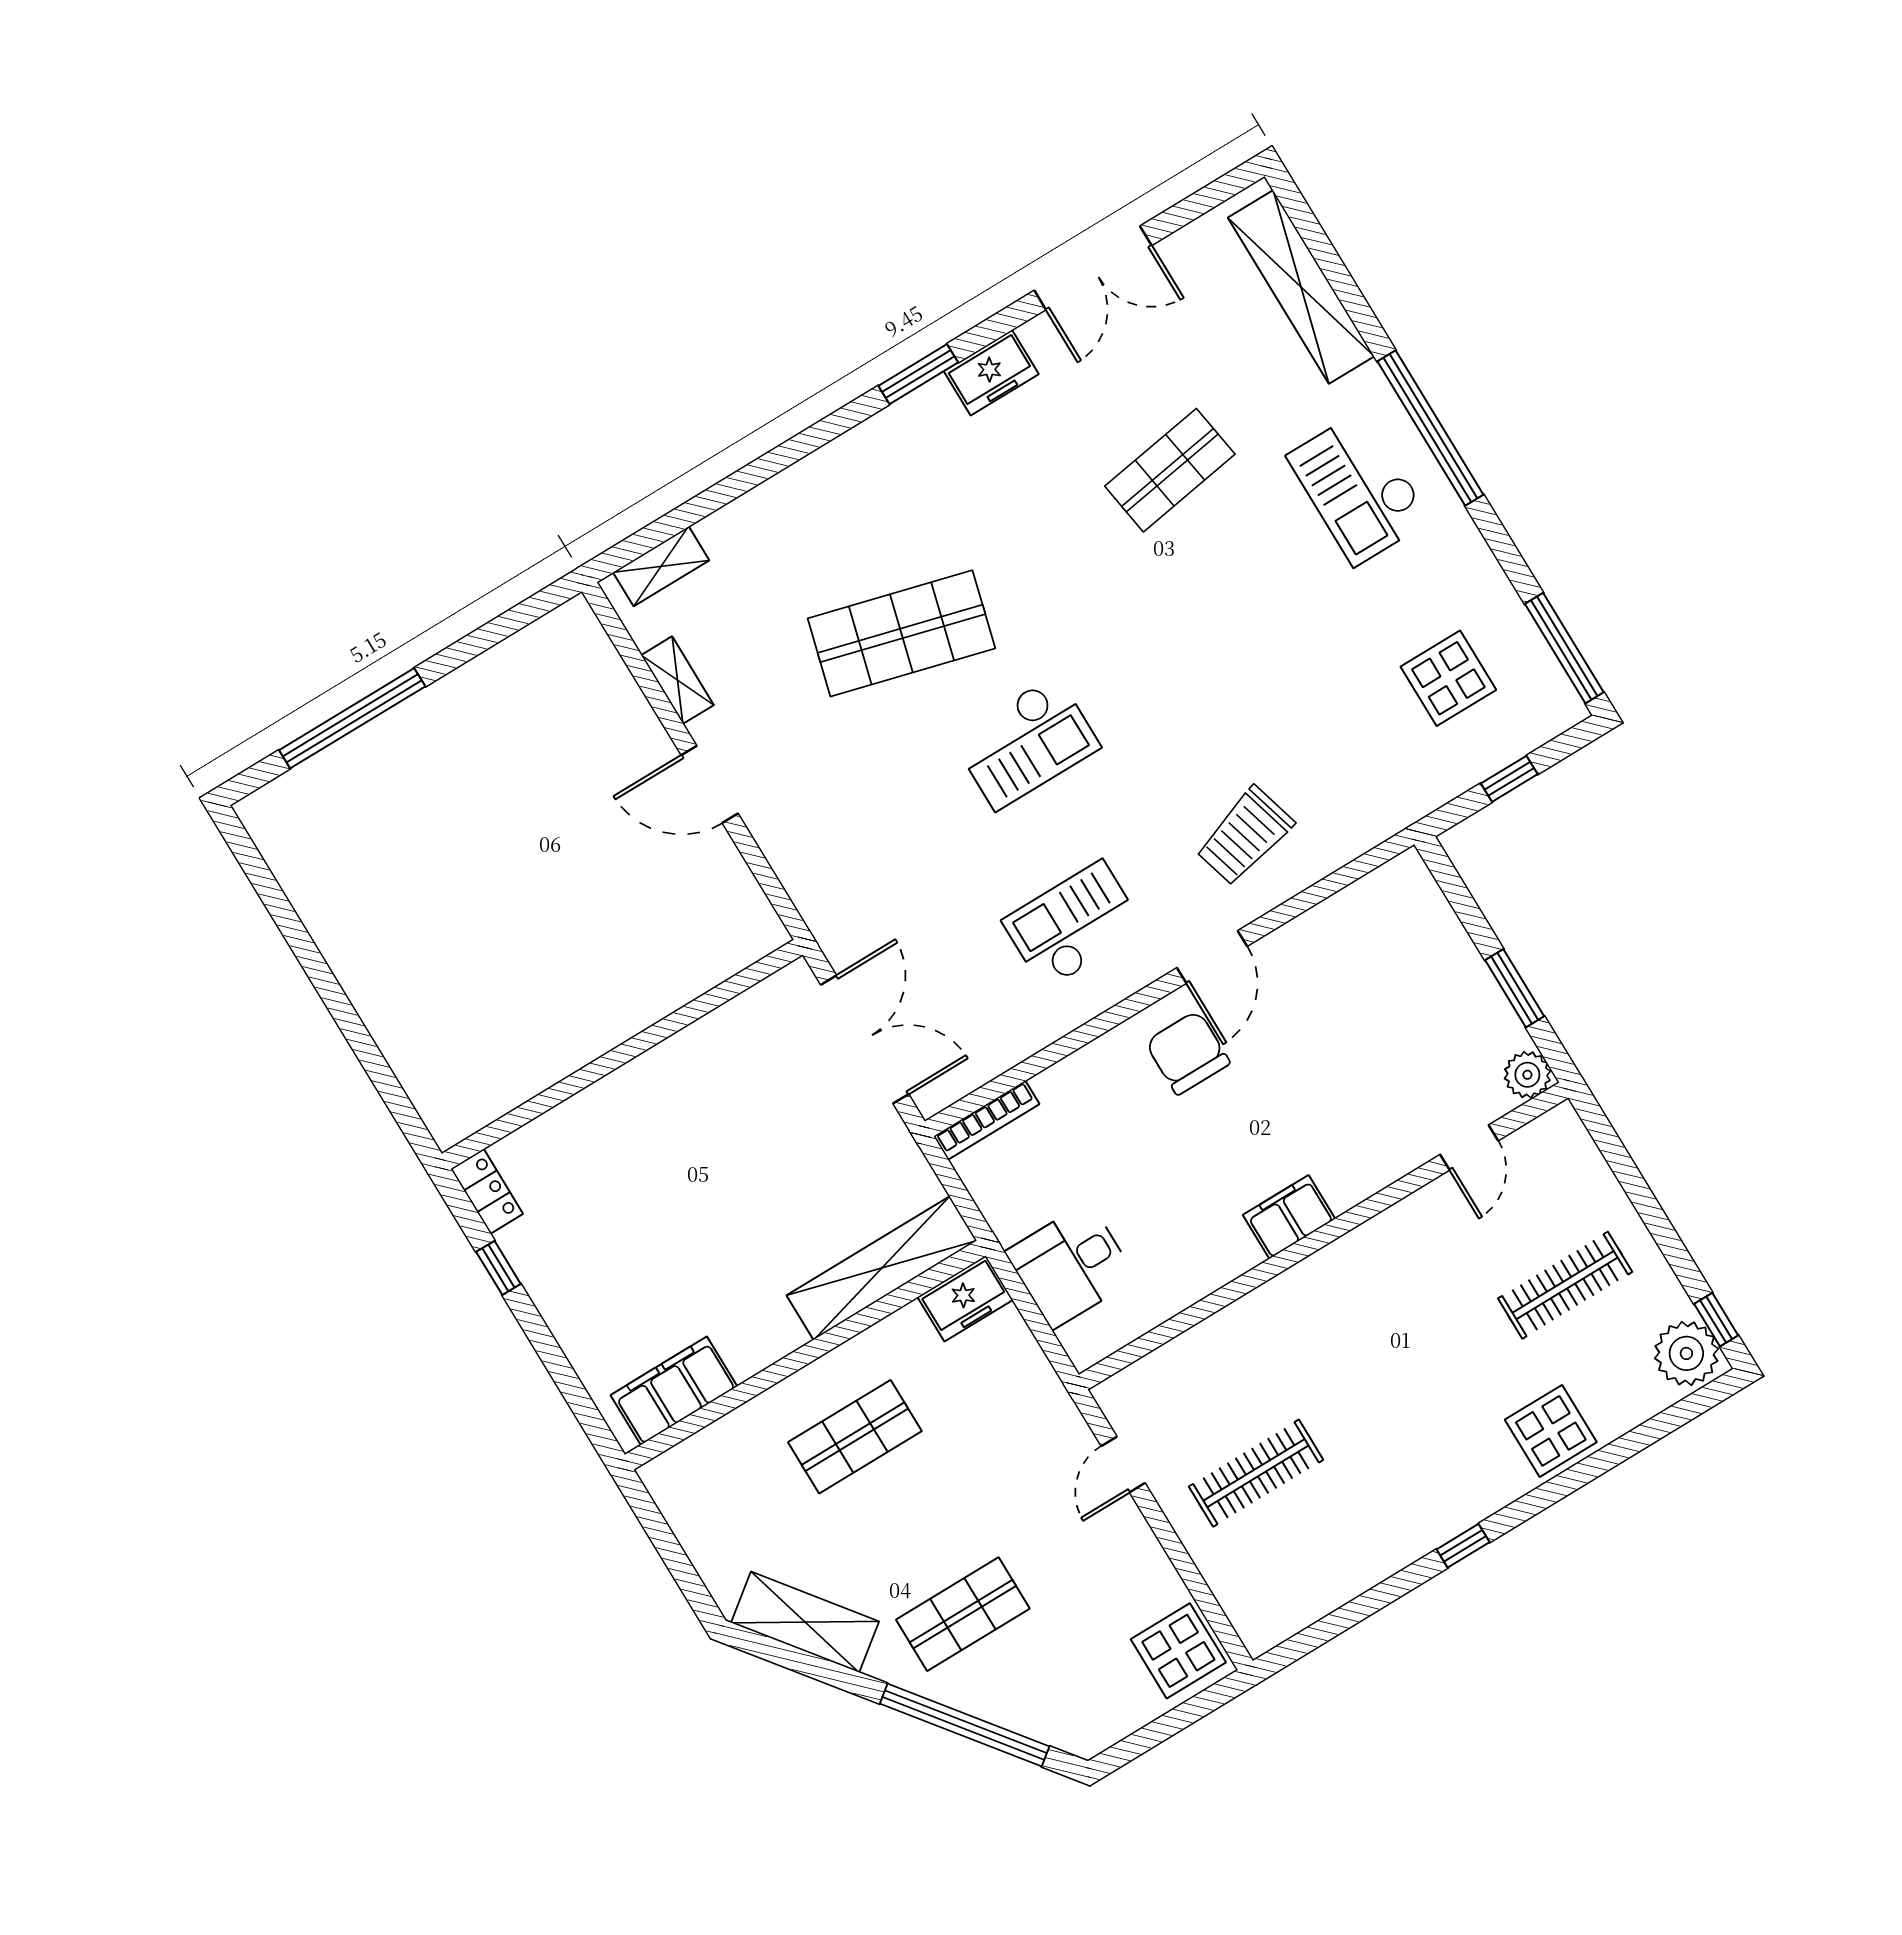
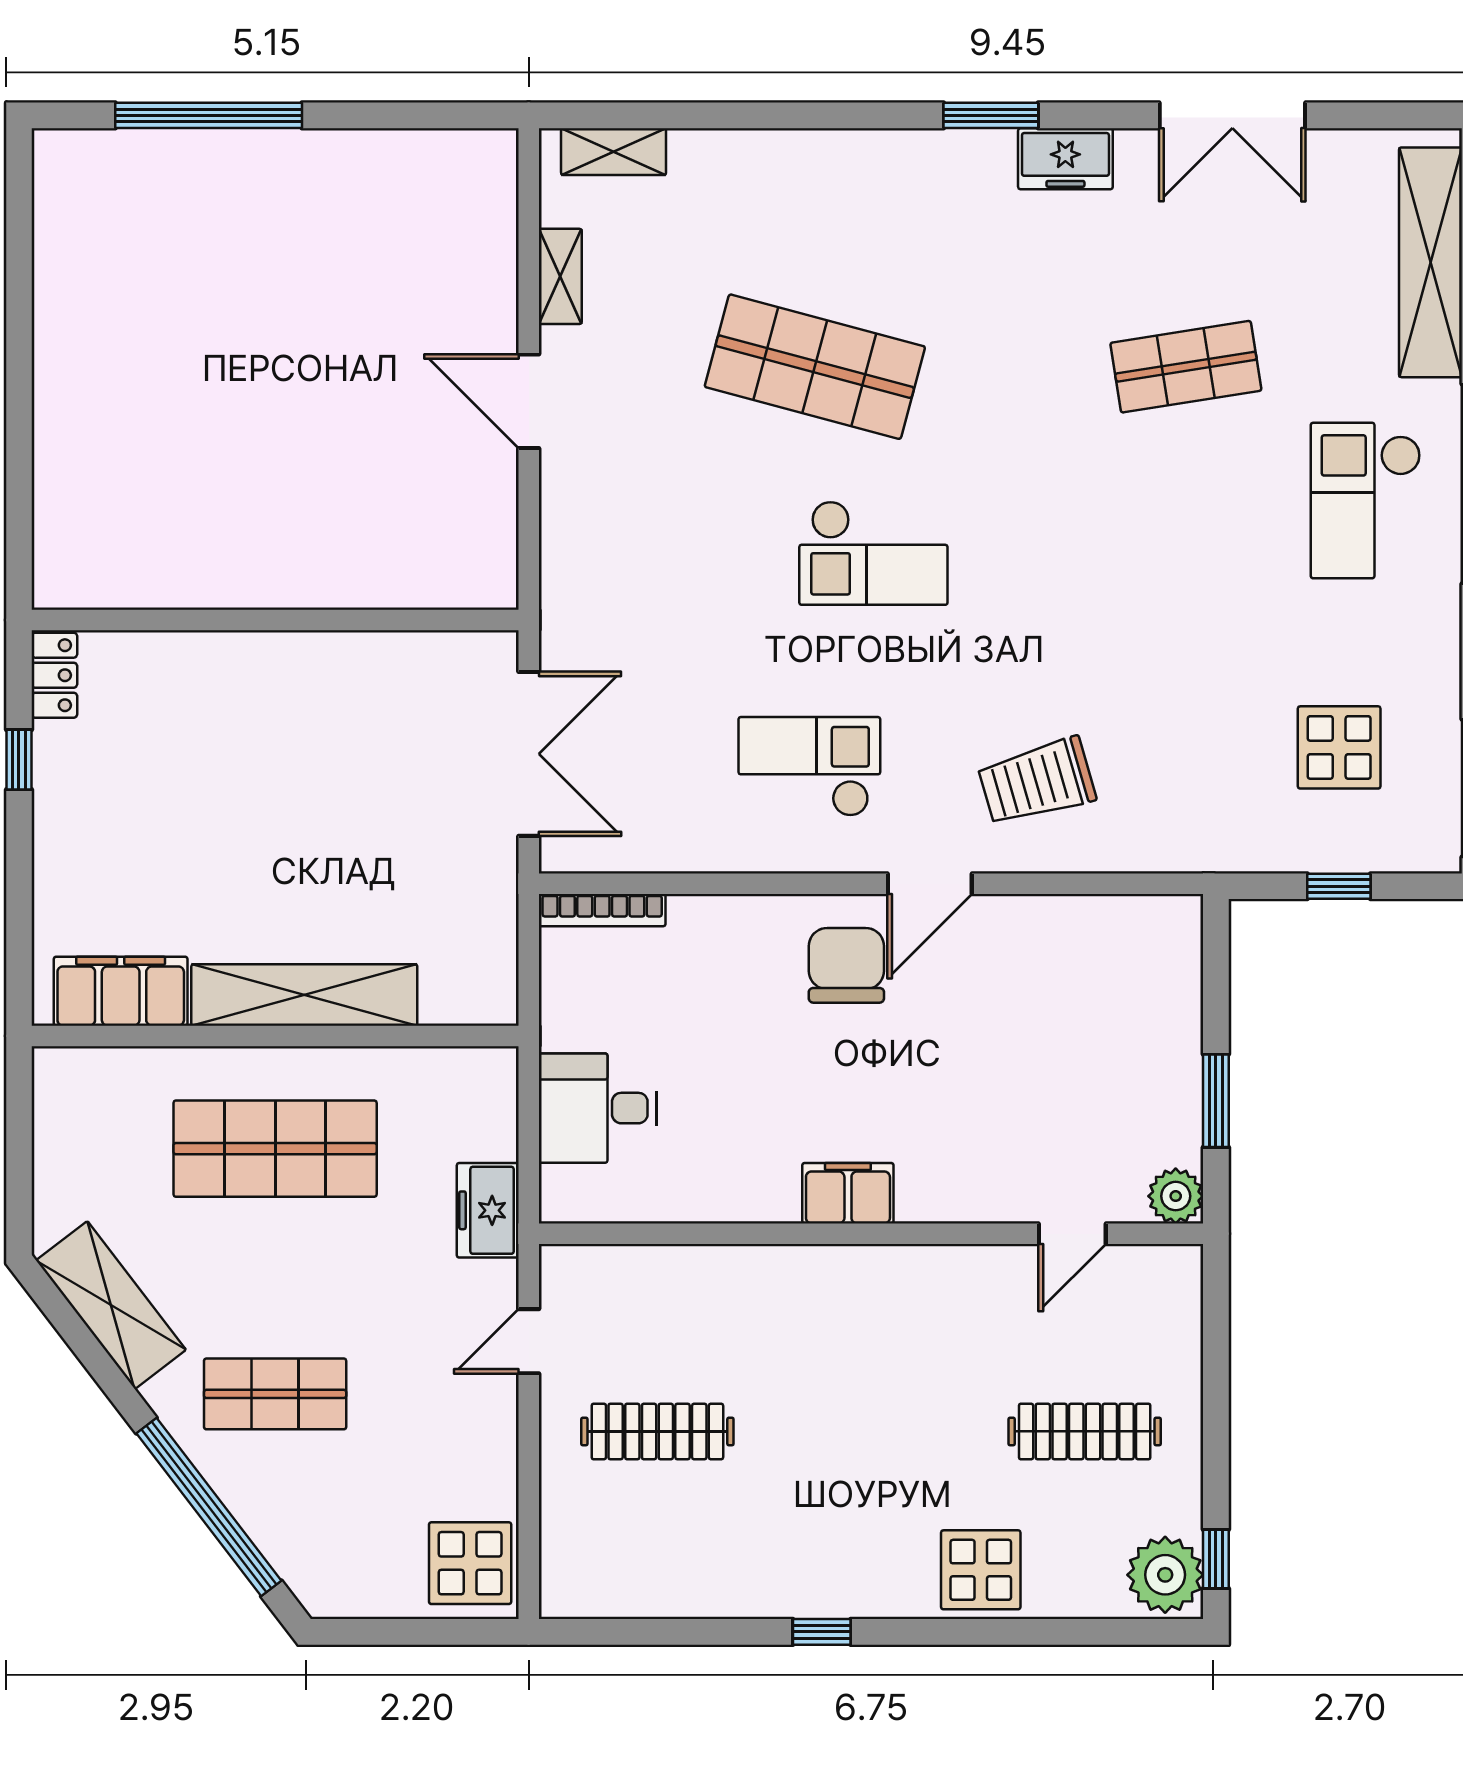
shelving: (882, 1268) -> (304, 995), moved
freezer: (965, 1298) -> (488, 1210), moved, turned 90
shop shelf: (855, 1437) -> (275, 1149), width x1.43, depth x1.36

